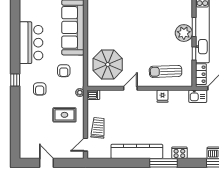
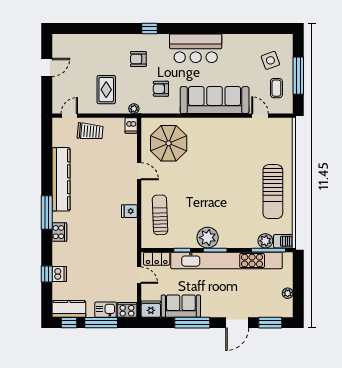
kitchen sink: (198, 96) -> (129, 255), removed
door: (85, 145) -> (69, 116), hinge flipped

